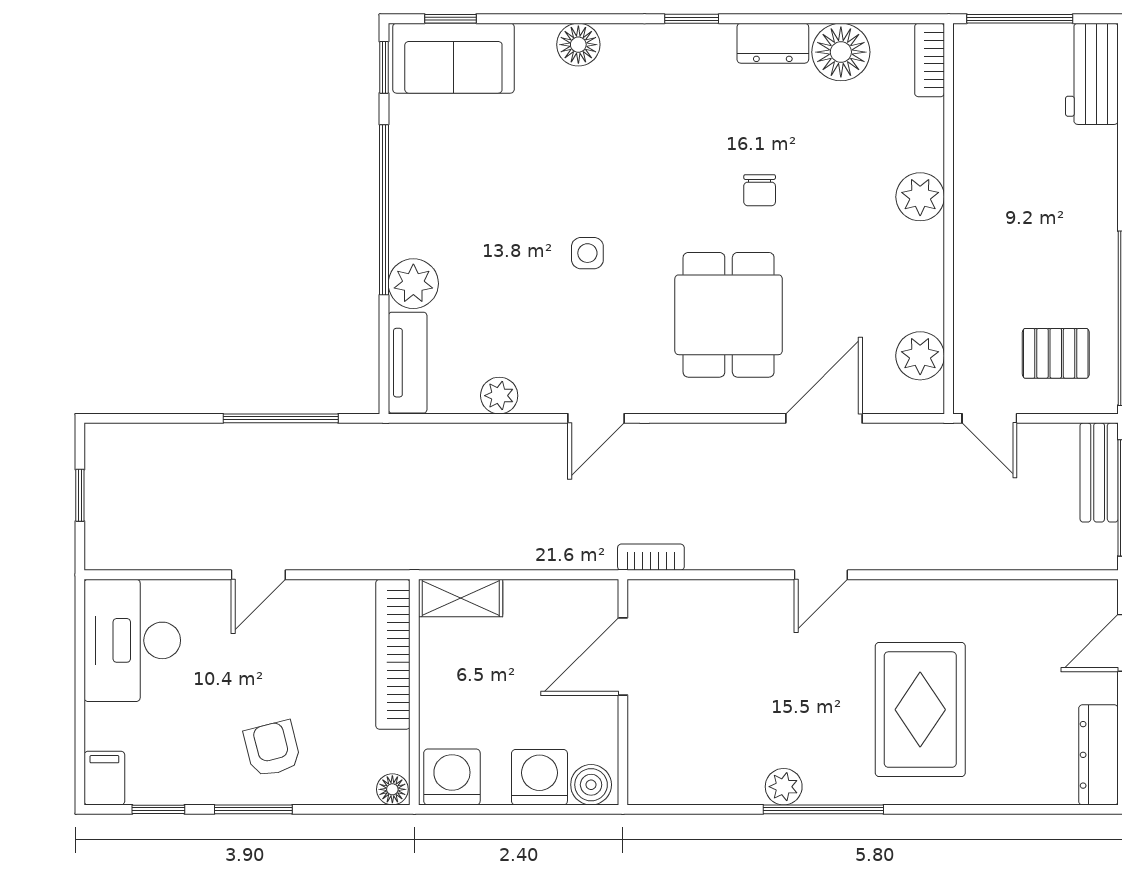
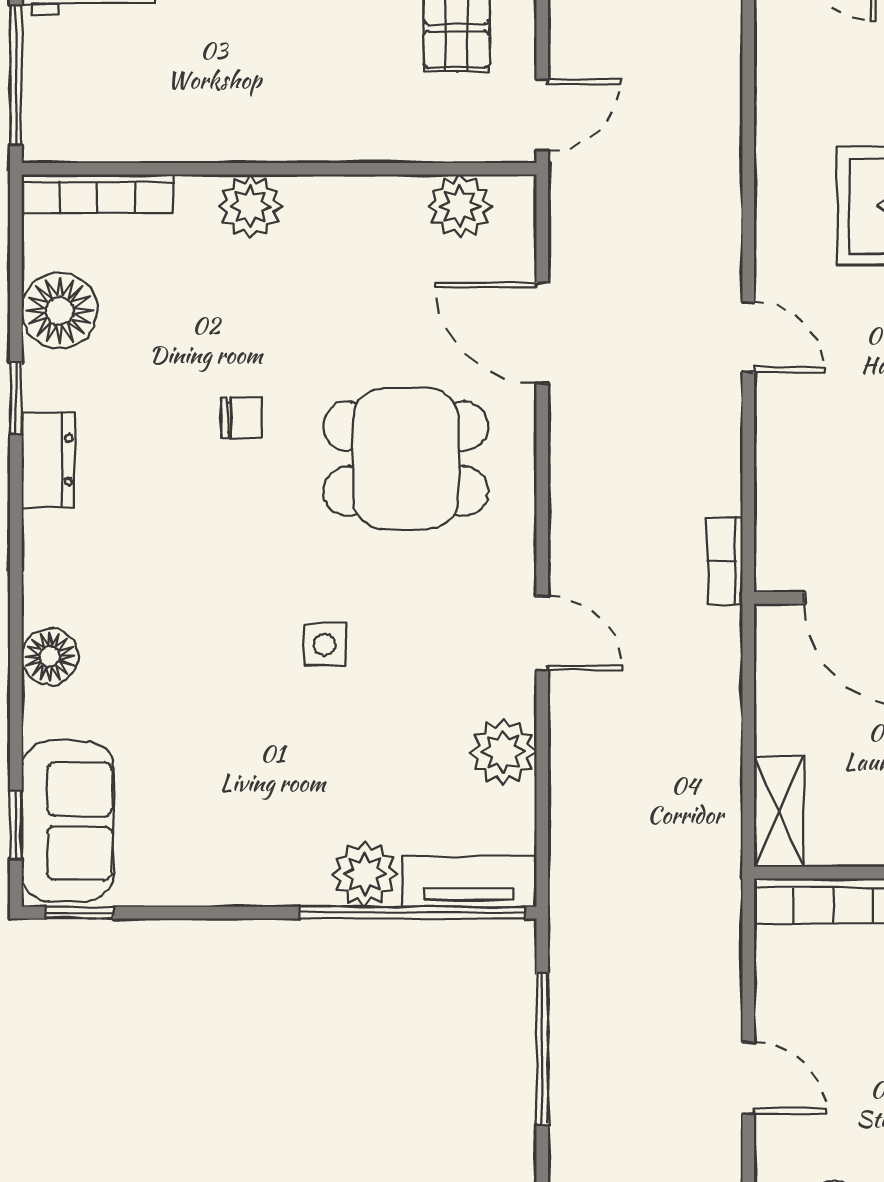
window: (692, 19) -> (16, 398), moved
dresser: (773, 43) -> (48, 460), moved
bookcase: (930, 60) -> (97, 194), width x1.56
window: (384, 210) -> (412, 913), moved
plant: (499, 396) -> (503, 752), width x1.38, depth x1.38

